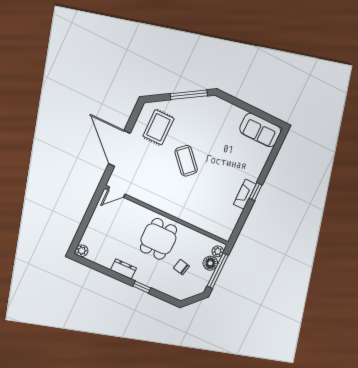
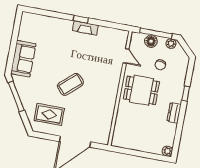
sofa: (260, 130) -> (23, 59), moved
door: (116, 192) -> (126, 56), moved
plant: (218, 251) -> (171, 44), moved

